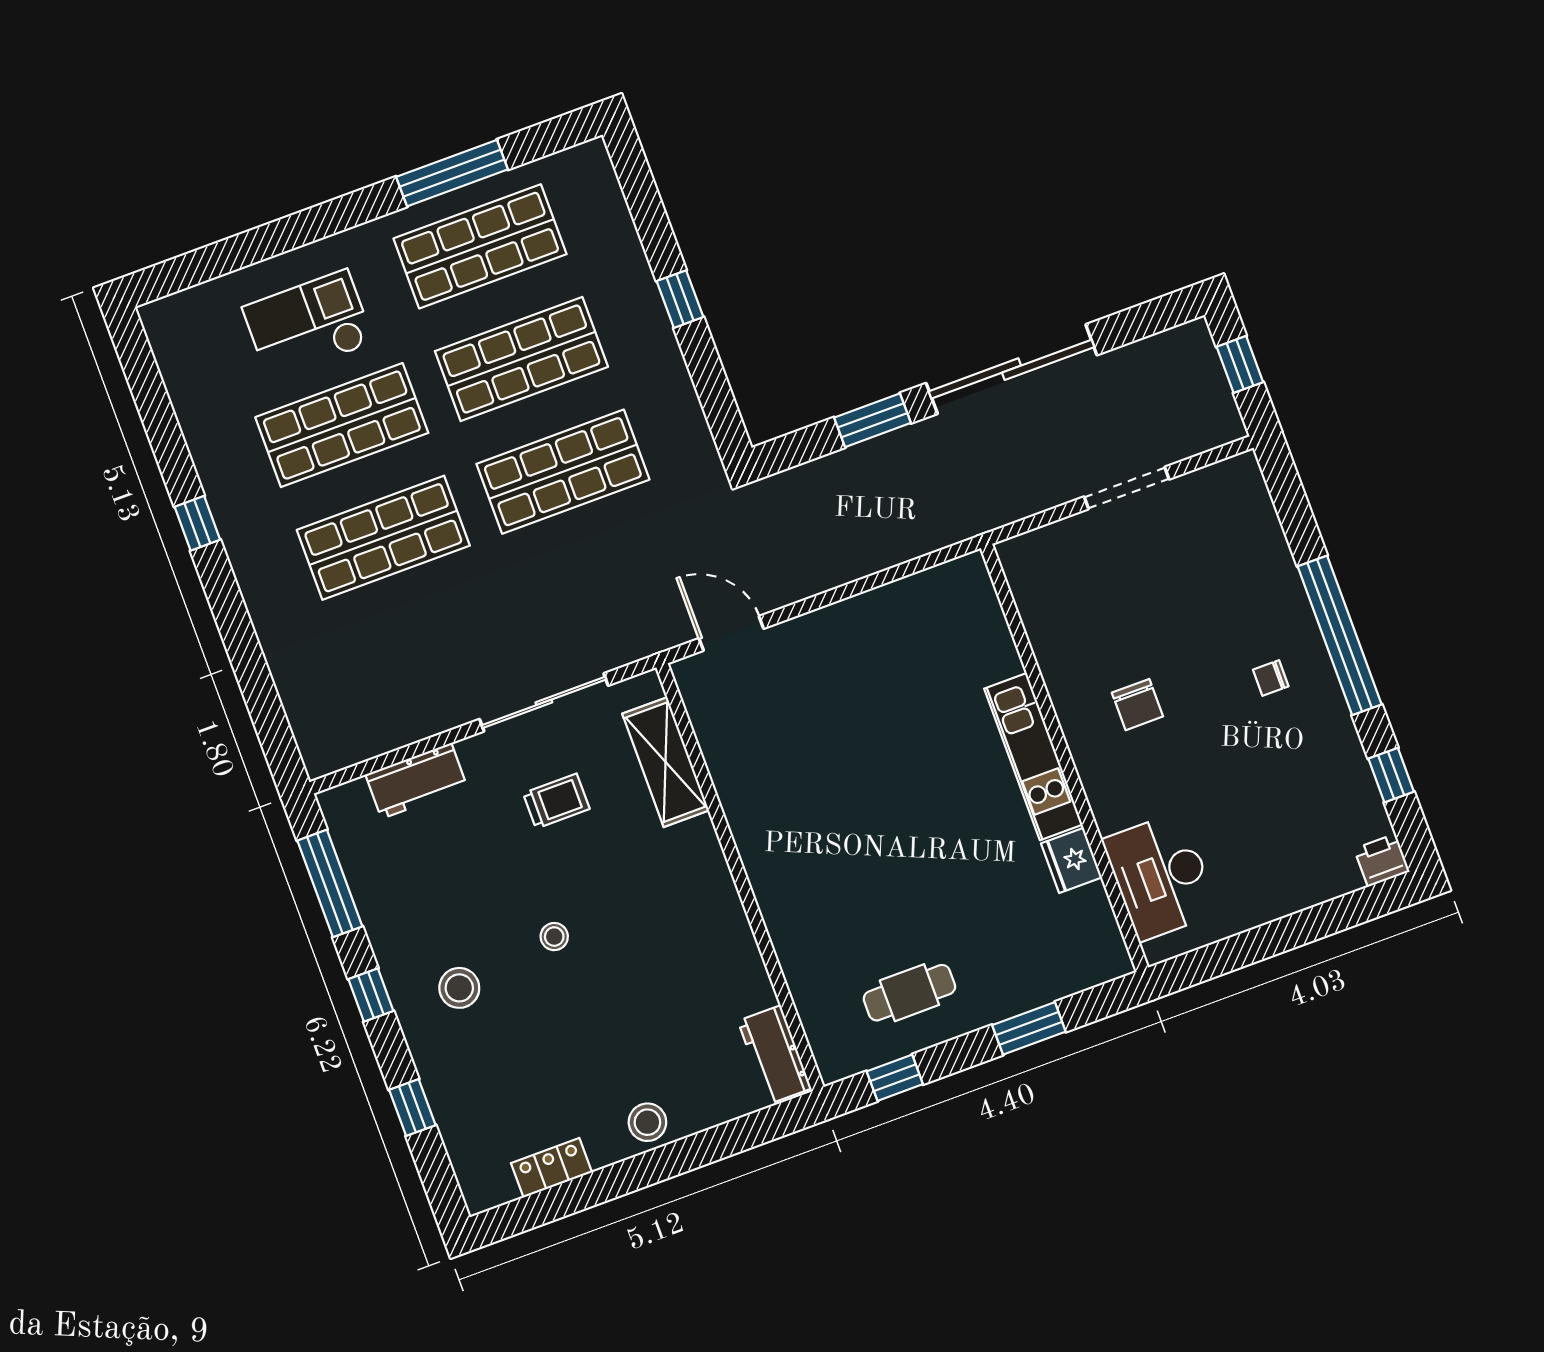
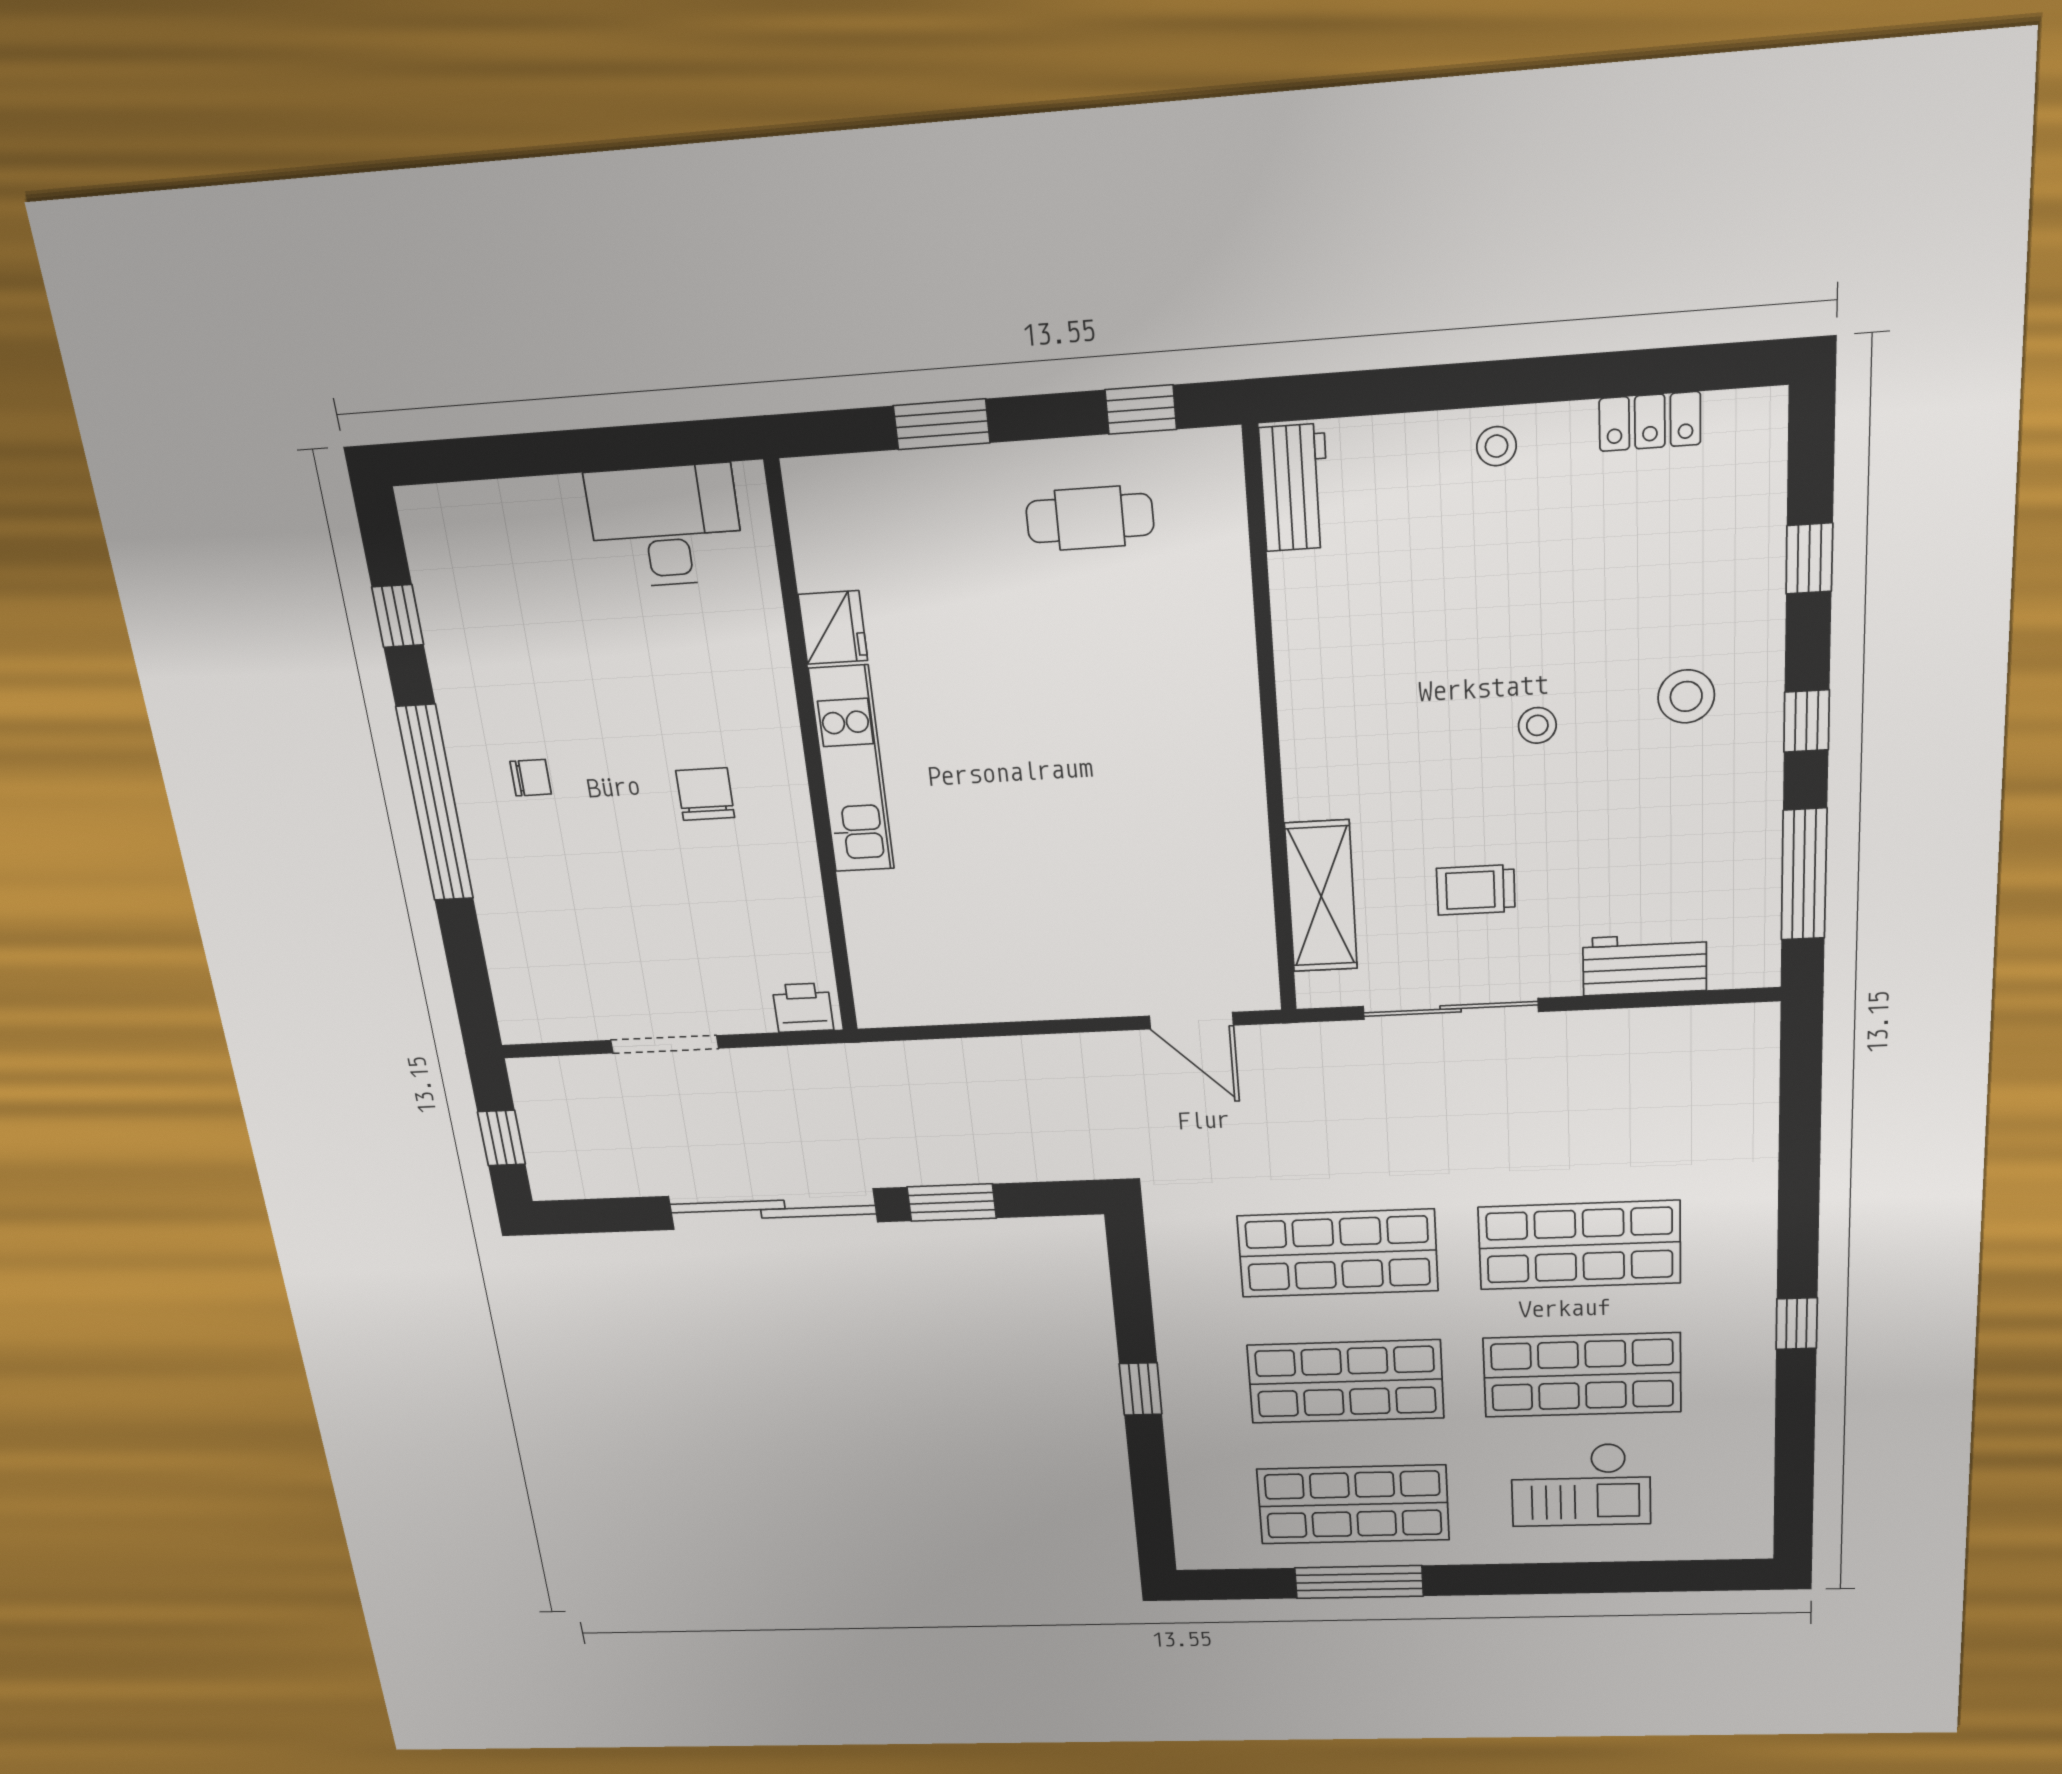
printer: (1382, 860) -> (803, 1008), moved, turned 180
desk: (1161, 876) -> (665, 526), moved, turned -90
stool: (647, 1122) -> (1497, 446), width x0.73, depth x0.73

